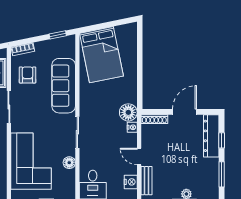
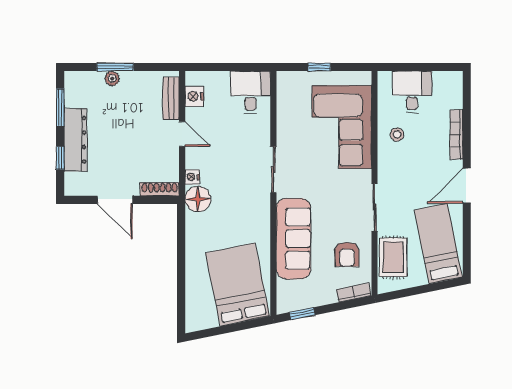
door: (184, 112) -> (115, 200), hinge flipped
dresser: (211, 136) -> (75, 140), moved
floor lamp: (69, 163) -> (285, 125), removed

